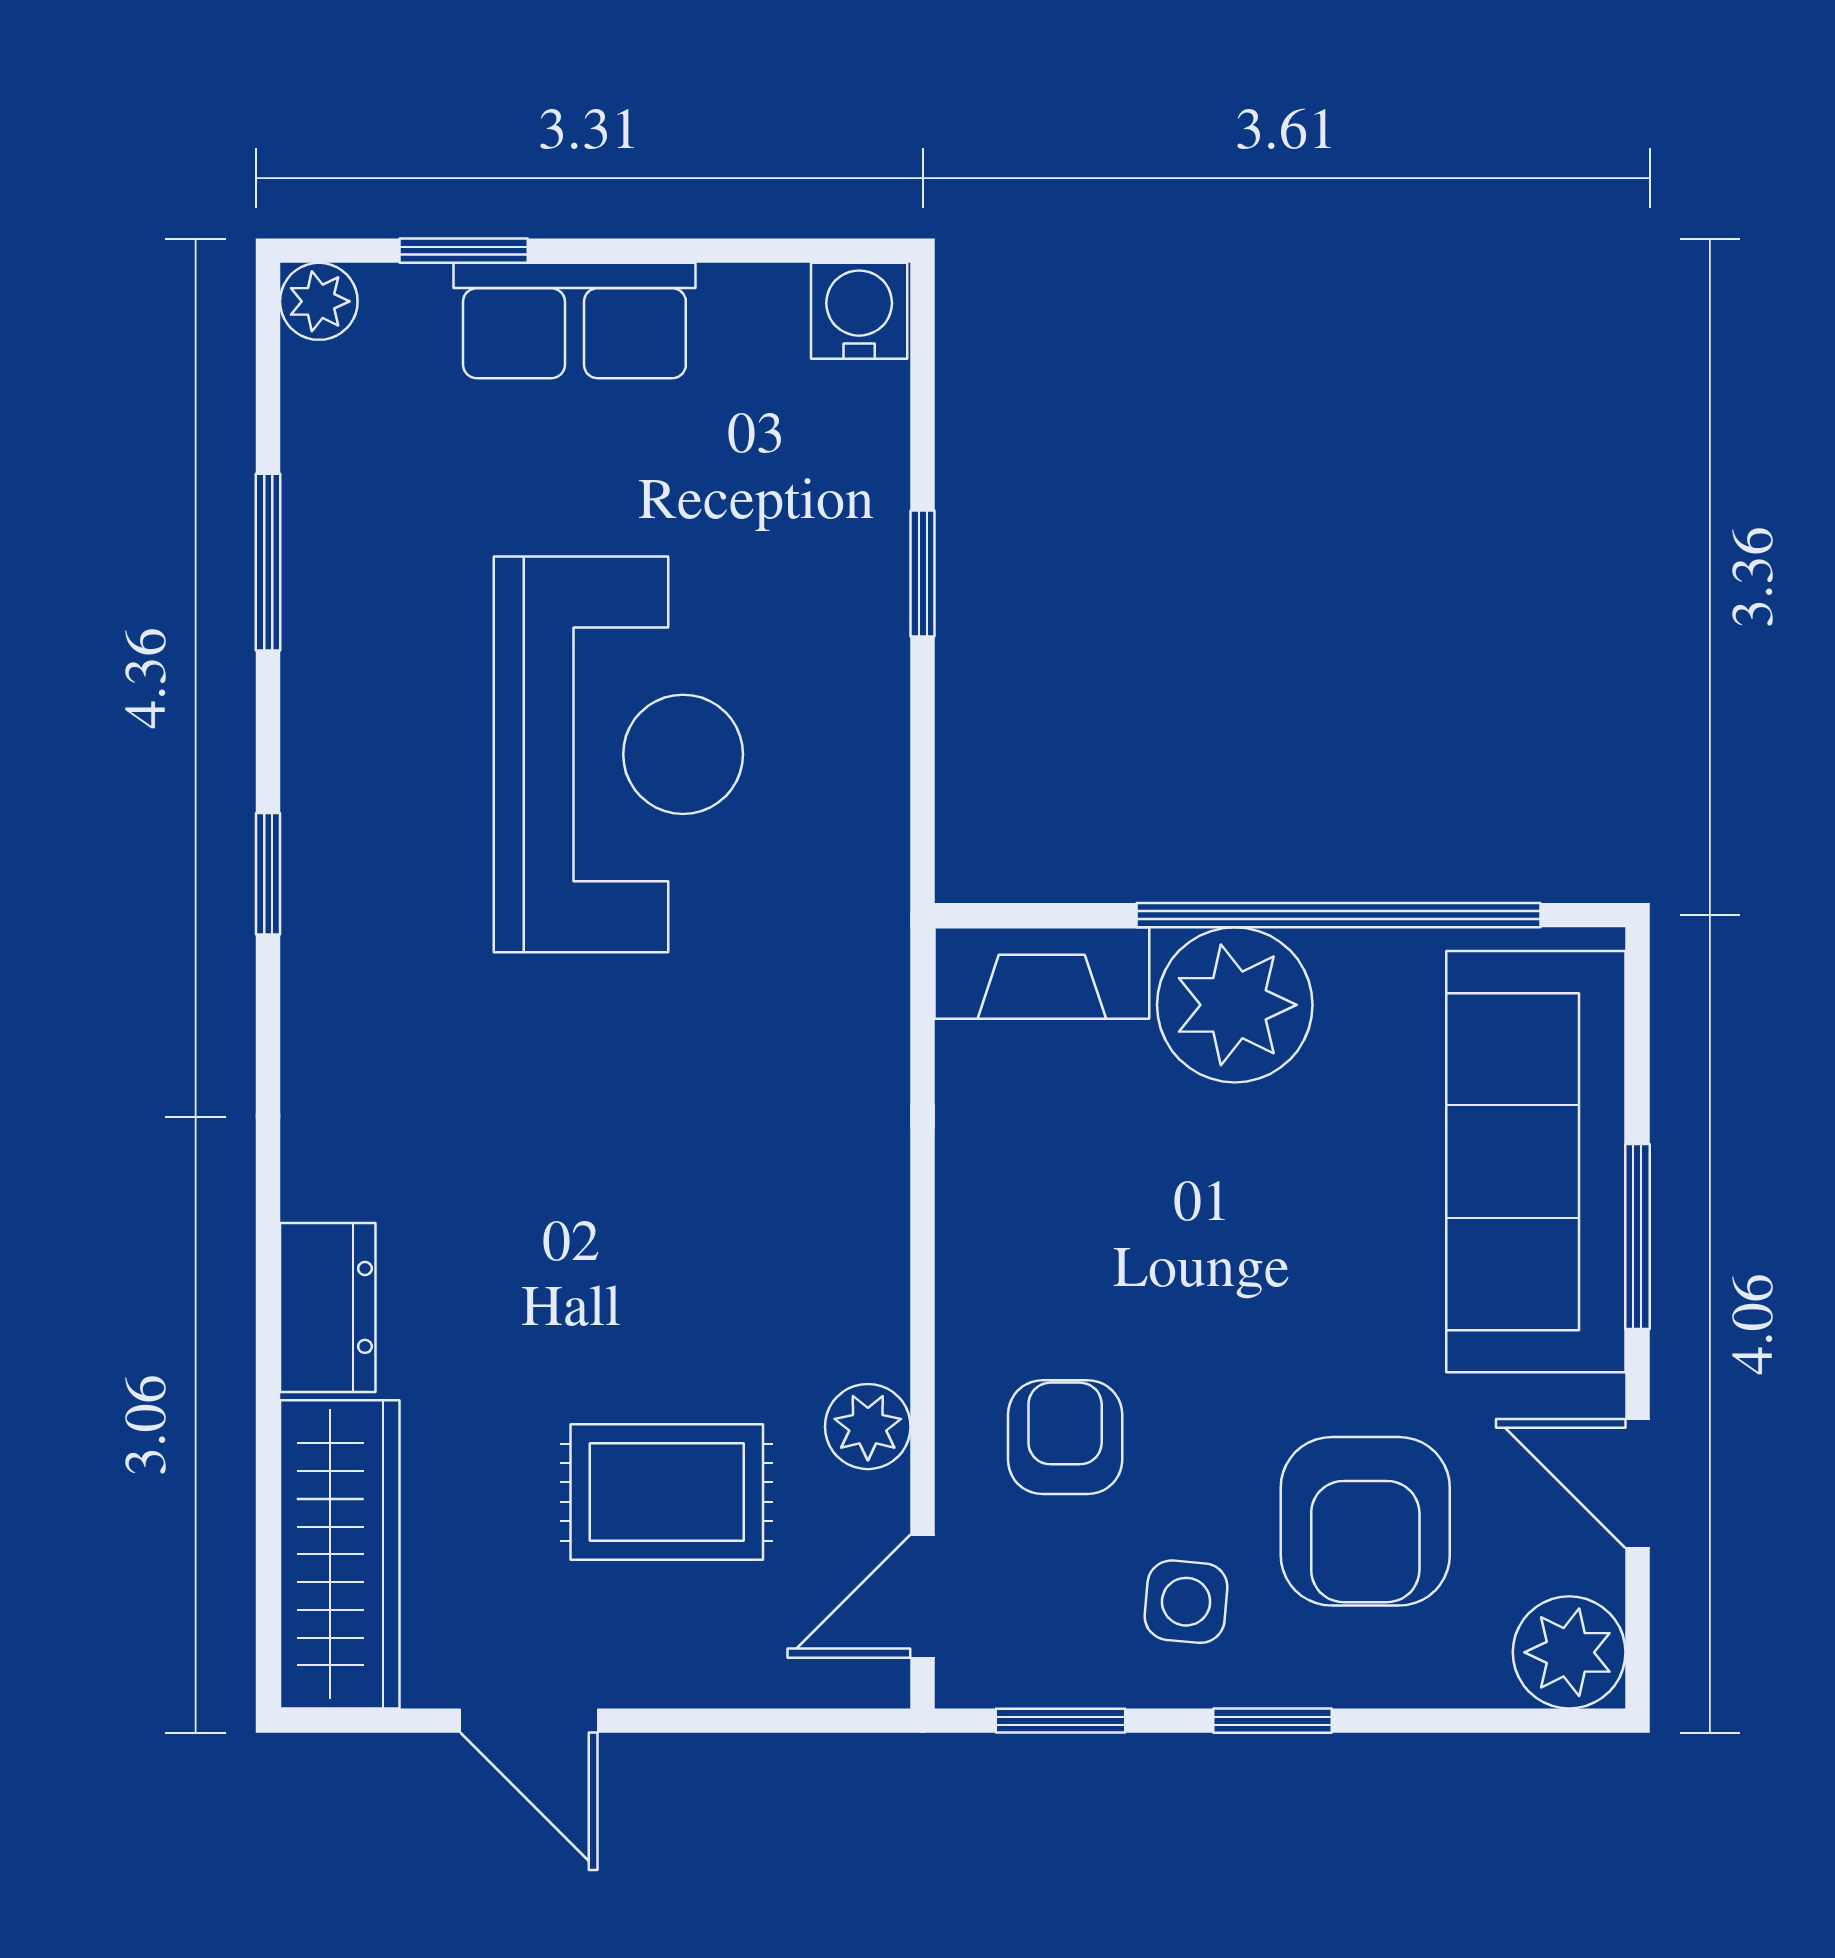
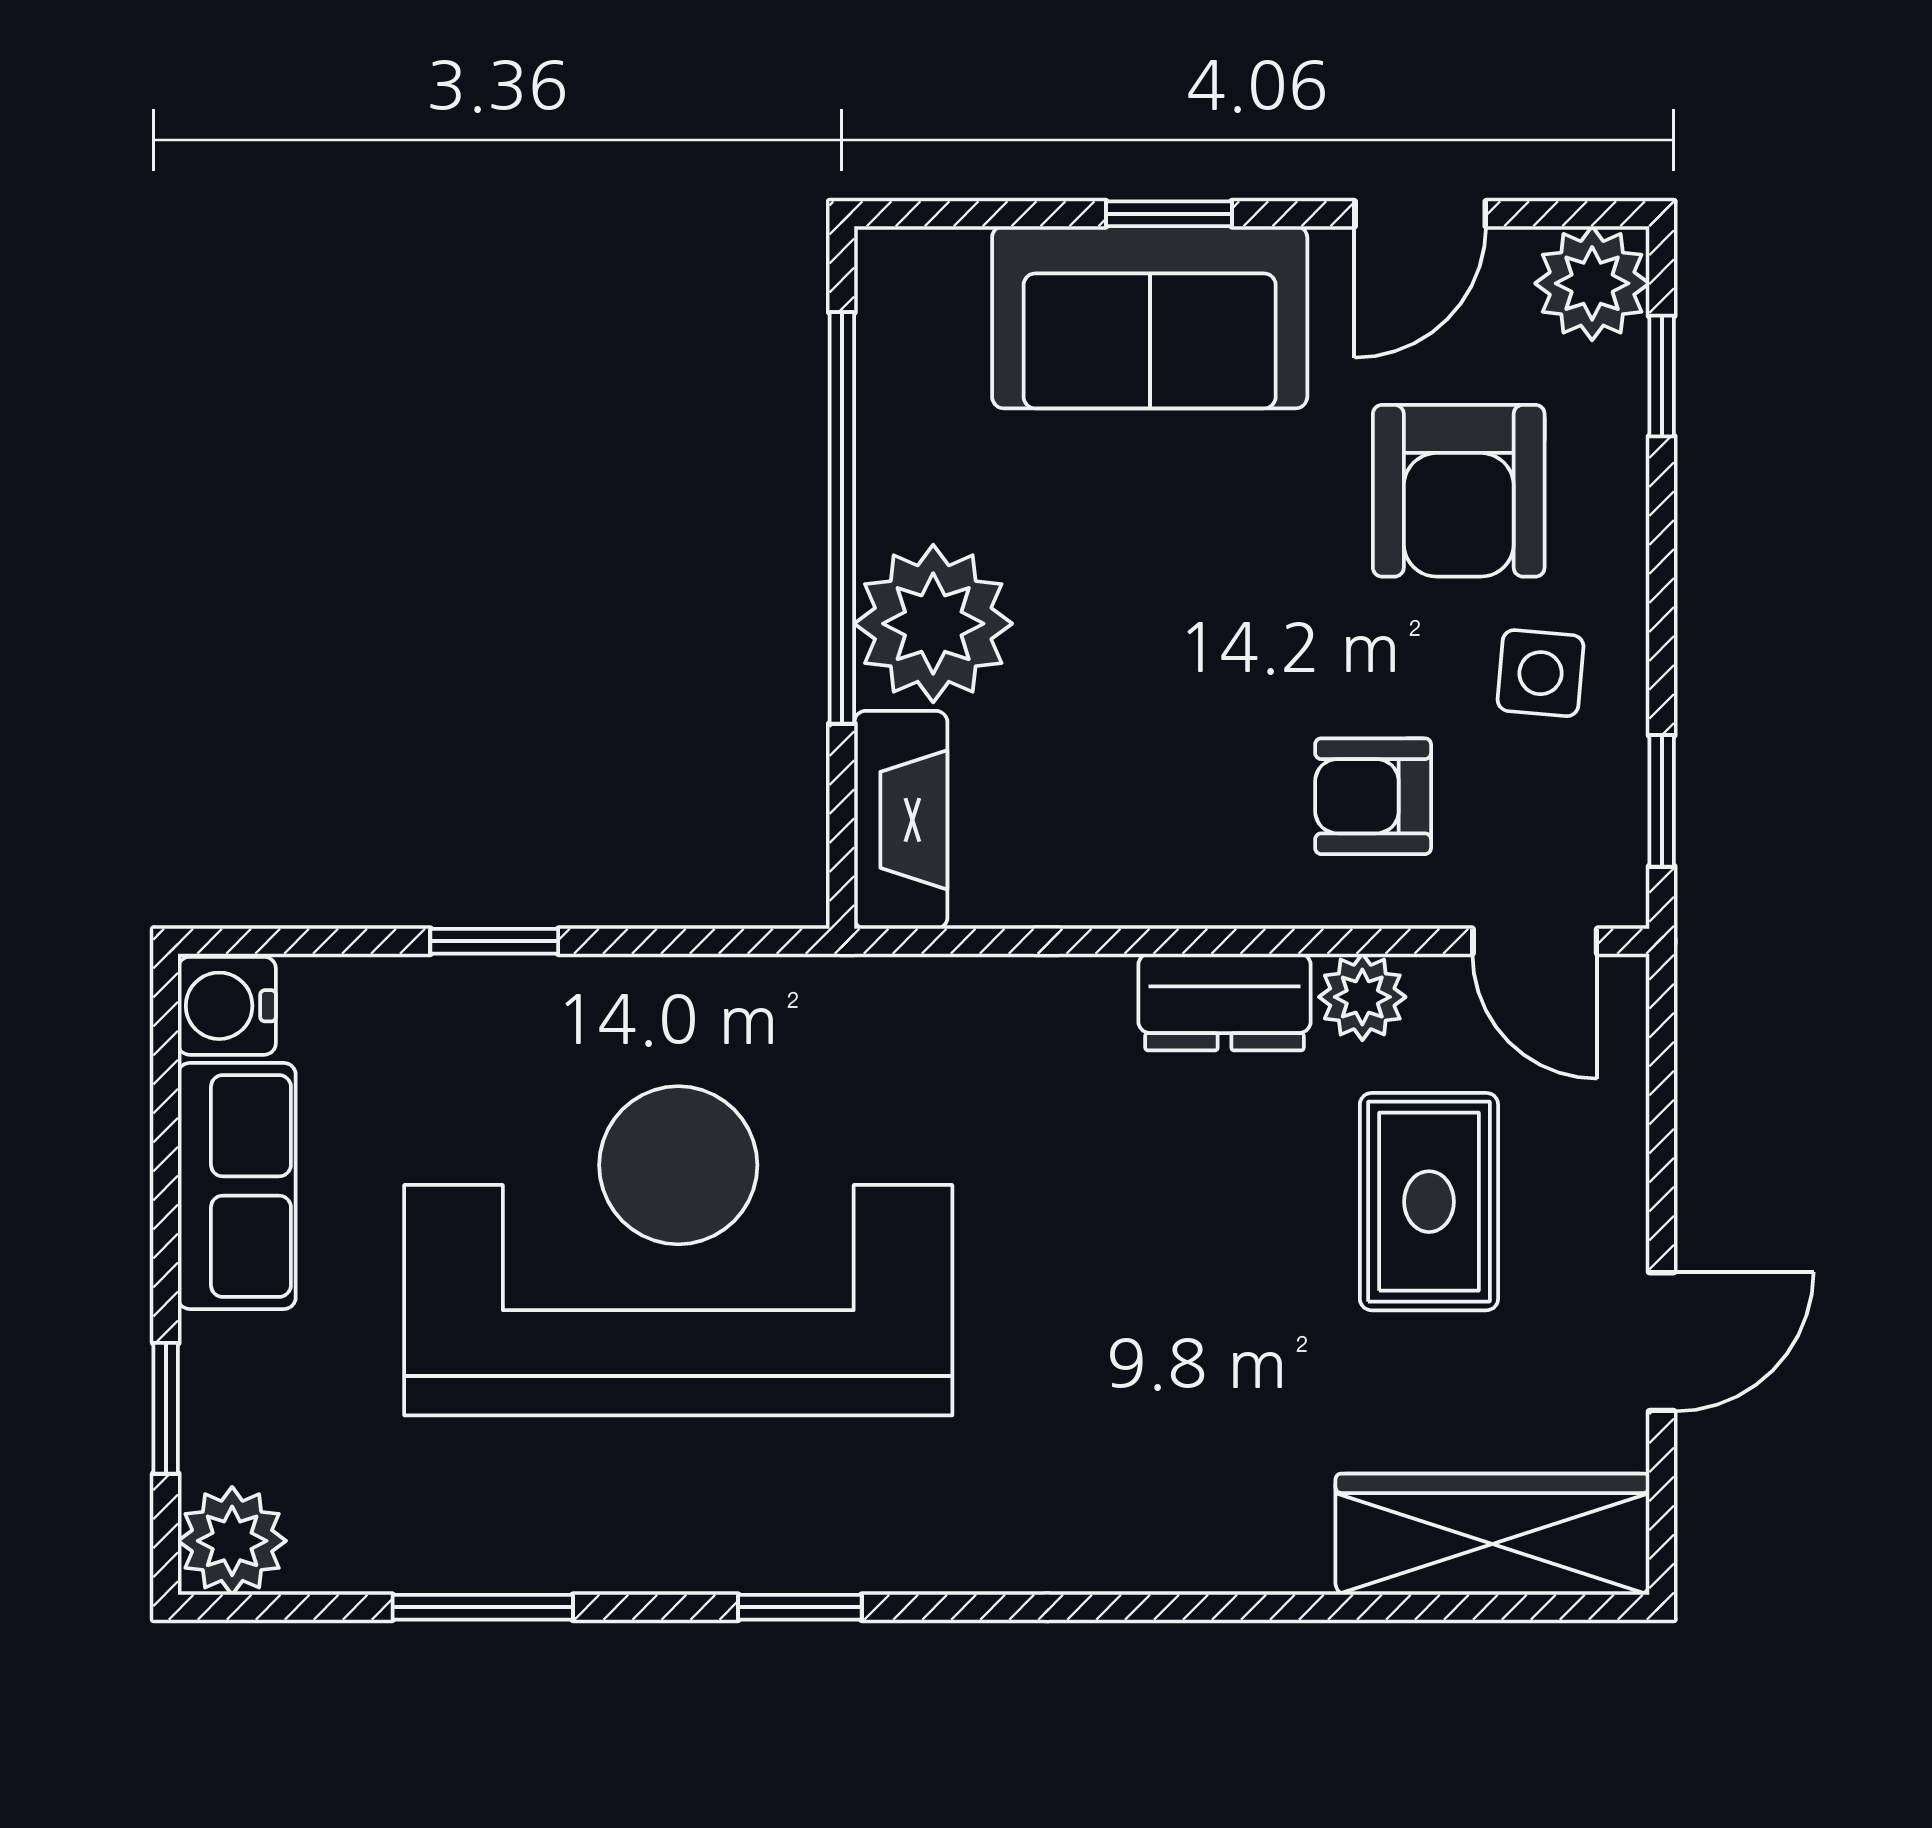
plant: (319, 301) -> (232, 1541), width x1.38, depth x1.38
row of seats: (574, 320) -> (237, 1186), moved
reception desk: (618, 754) -> (678, 1251), width x1.36, depth x1.30
sofa: (1536, 1162) -> (1150, 317), width x0.73
window: (1637, 1237) -> (1169, 214), width x0.67
dresser: (328, 1307) -> (1225, 1002), moved, turned 180
armchair: (1365, 1521) -> (1459, 491), turned 90
window: (1272, 1721) -> (1662, 376), moved

